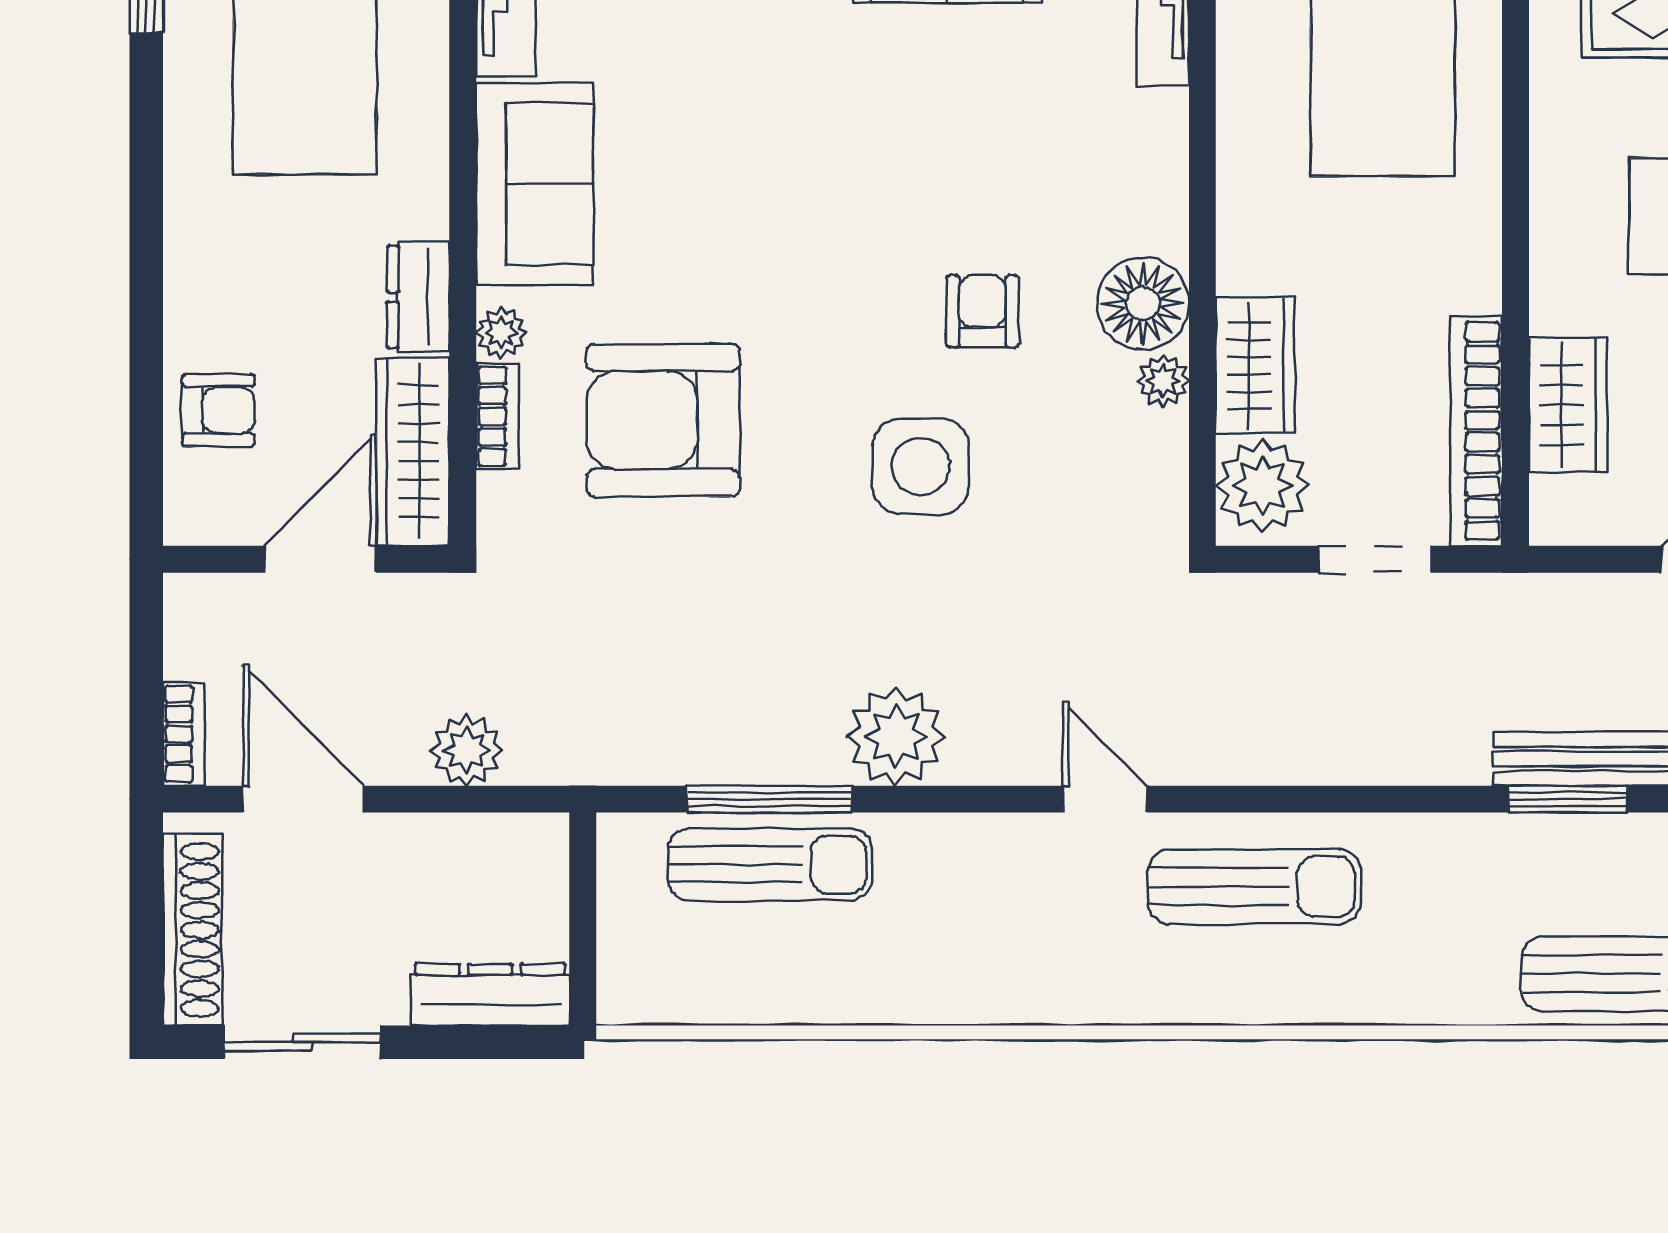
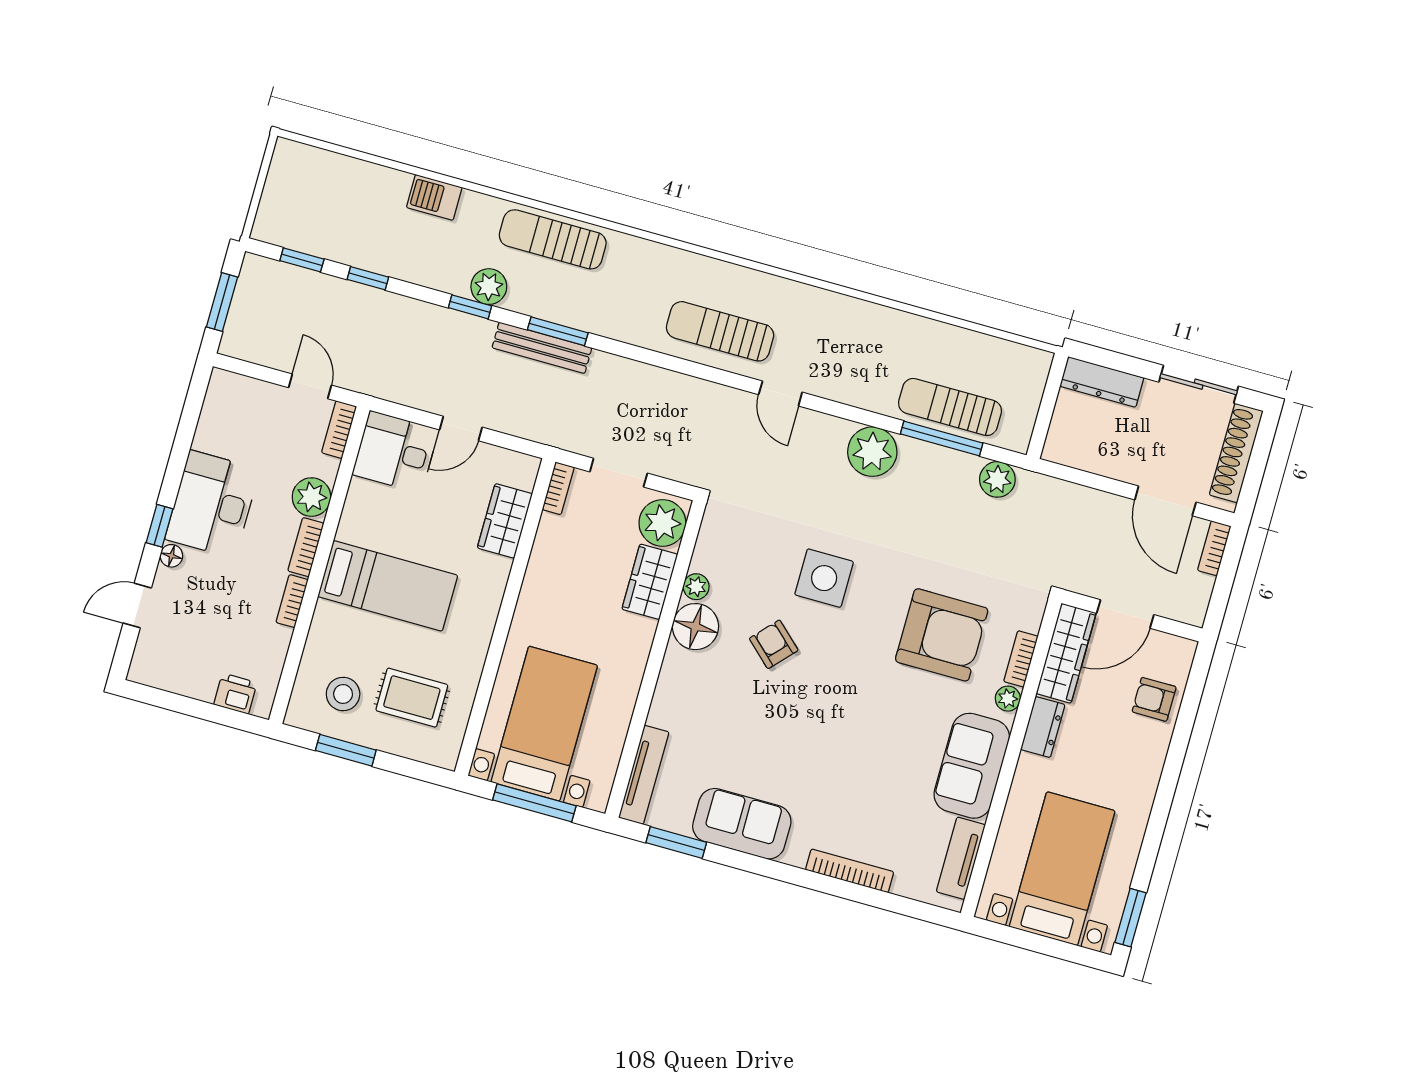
armchair: (982, 311) -> (774, 644), turned 133
bookcase: (1476, 431) -> (558, 488), width x0.43, depth x0.76
plant: (467, 750) -> (997, 479), moved

